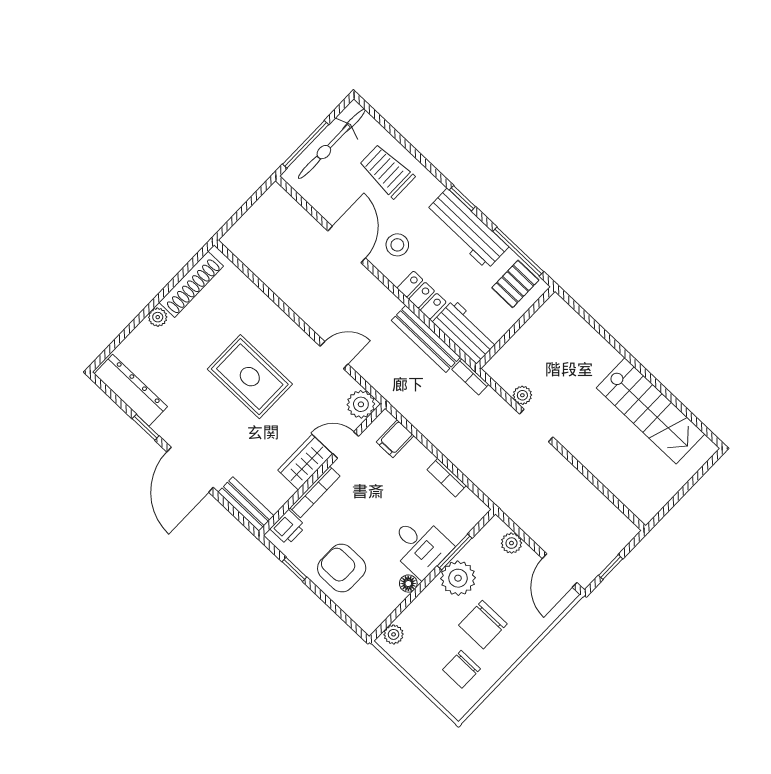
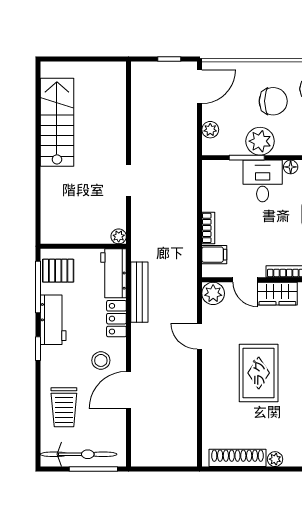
workbench: (467, 229) -> (53, 320), width x0.73
bookcase: (470, 377) -> (137, 245), removed
plant: (522, 395) -> (119, 236), moved
bookcase: (447, 478) -> (208, 228), moved

